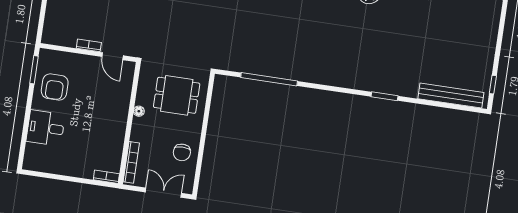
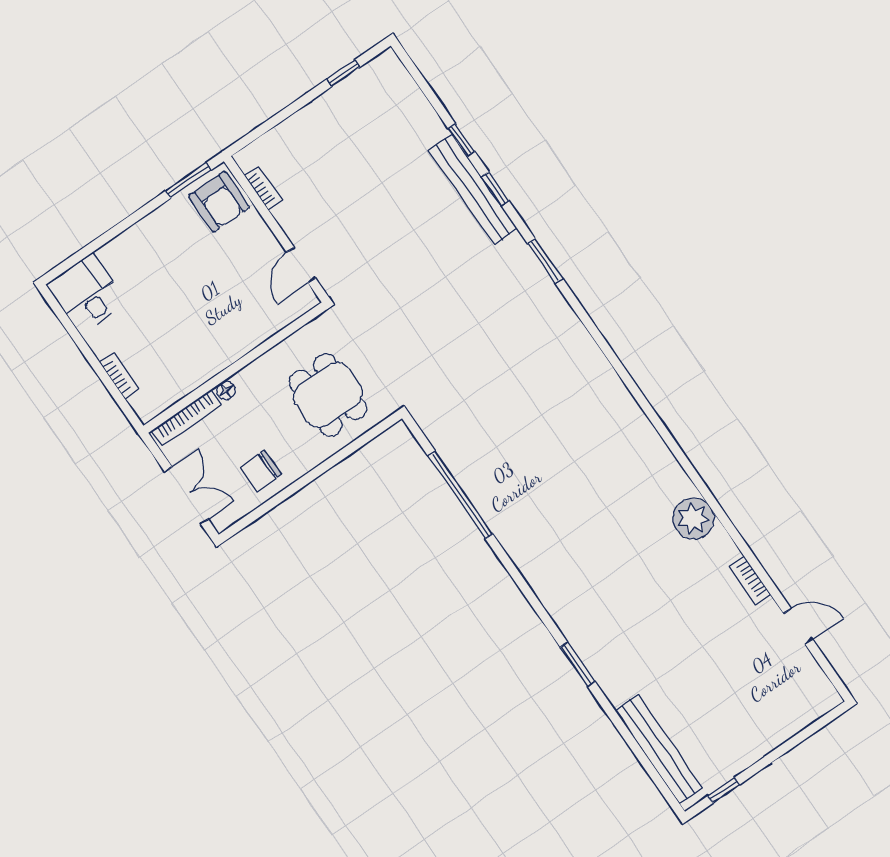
bookcase: (89, 45) -> (263, 188), moved
armchair: (55, 87) -> (219, 202), moved, turned -90
floor lamp: (139, 111) -> (226, 390), moved
desk: (46, 128) -> (87, 294), moved
bookcase: (106, 177) -> (119, 376), moved

